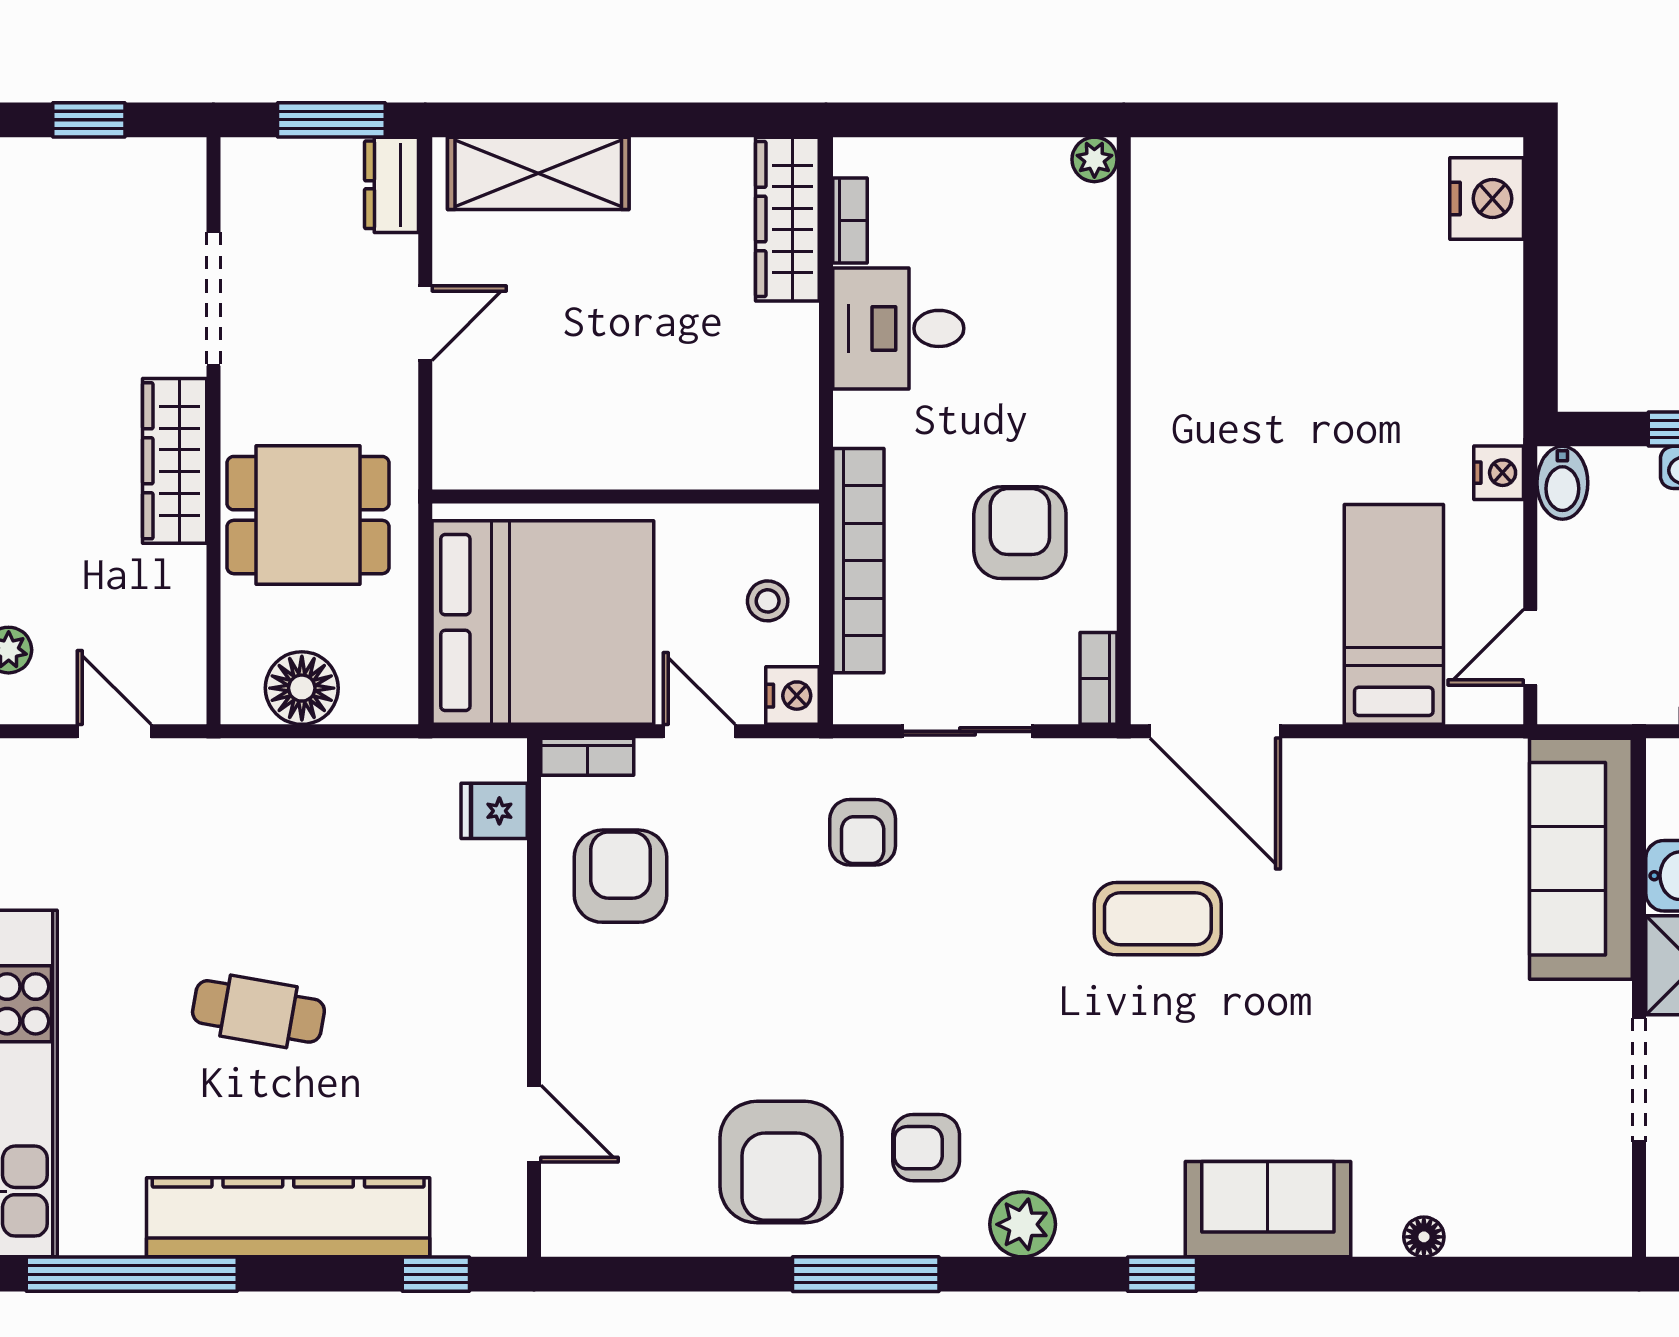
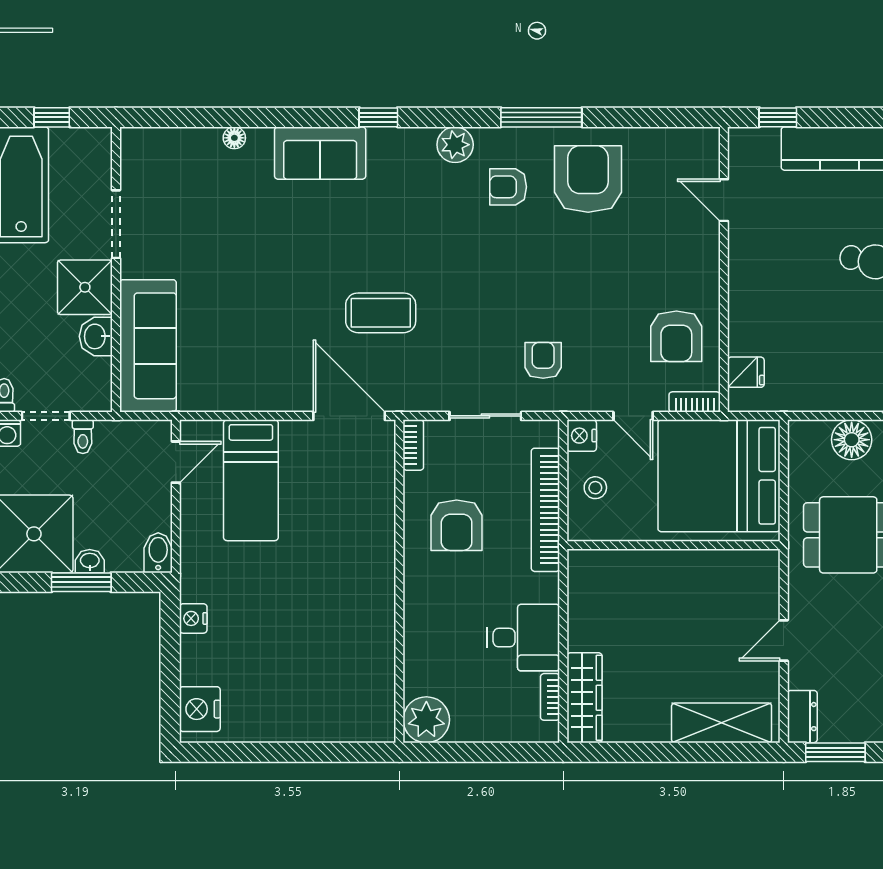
plant: (1094, 159) -> (426, 720), width x1.88, depth x1.88
nightstand: (1499, 473) -> (193, 618), moved
armchair: (926, 1148) -> (508, 187), turned 180

